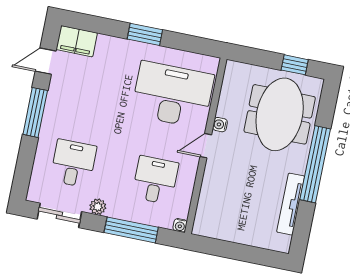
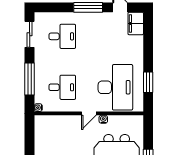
window: (145, 34) -> (148, 82), moved
door: (206, 146) -> (89, 113), swing flipped
plant: (98, 207) -> (39, 56), removed

